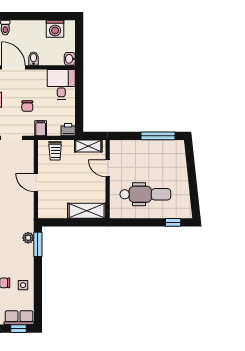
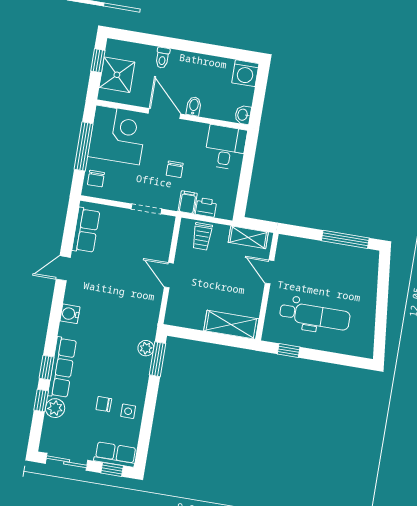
washing machine: (55, 29) -> (245, 73), moved
printer: (68, 130) -> (206, 207), moved
window: (173, 222) -> (289, 351), moved

